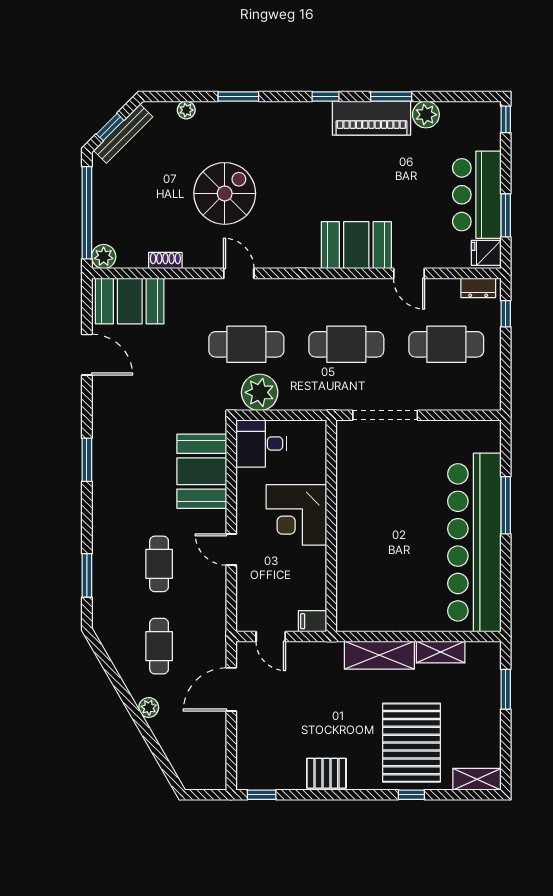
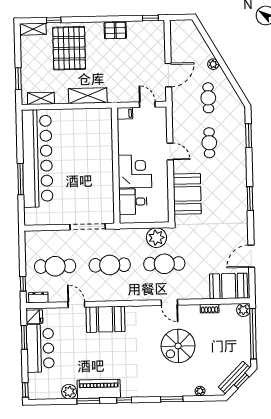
door: (87, 355) -> (251, 256), hinge flipped
desk: (261, 444) -> (133, 202), moved, turned 180
shelving: (441, 652) -> (41, 98), moved
window: (411, 795) -> (54, 20), moved

